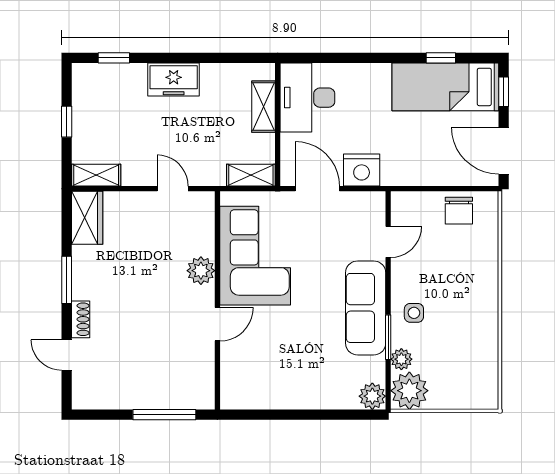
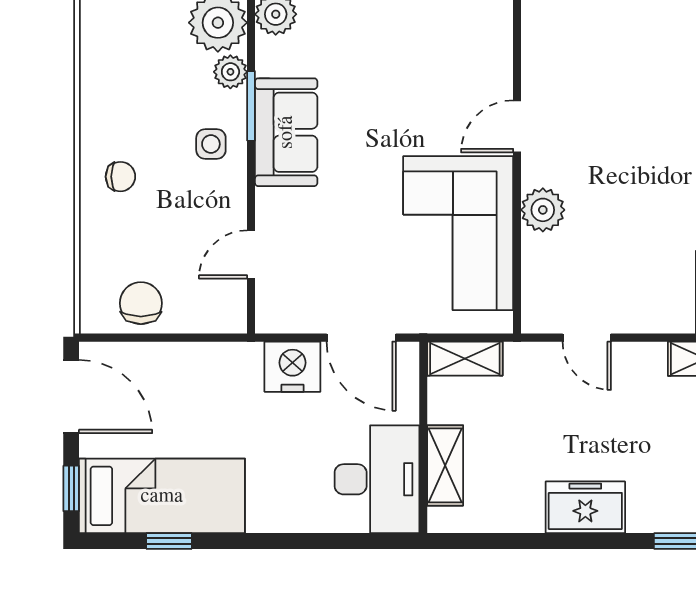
chair: (472, 292) -> (120, 177), added
sofa: (366, 308) -> (286, 132), width x0.73

